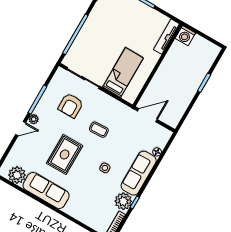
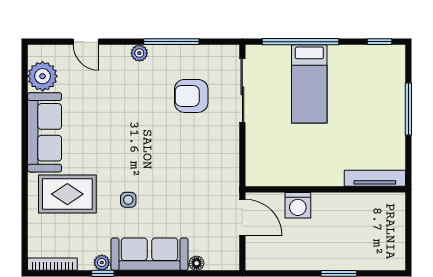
washing machine: (185, 36) -> (298, 205), moved, turned -90
bed: (123, 73) -> (309, 84), moved, turned 90
door: (21, 129) -> (86, 42), moved
coffee table: (99, 130) -> (180, 158), removed
rug: (65, 154) -> (67, 194), moved
plant: (123, 201) -> (102, 263), width x0.53, depth x0.53

